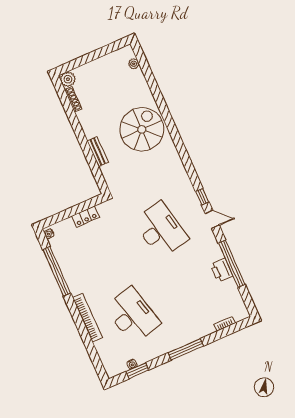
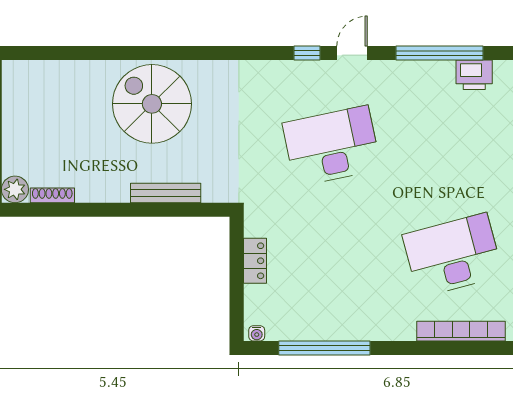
plant: (134, 64) -> (37, 69), removed
bench: (98, 152) -> (166, 193), width x1.36
printer: (221, 270) -> (474, 75), moved
bookcase: (87, 318) -> (461, 331), moved

